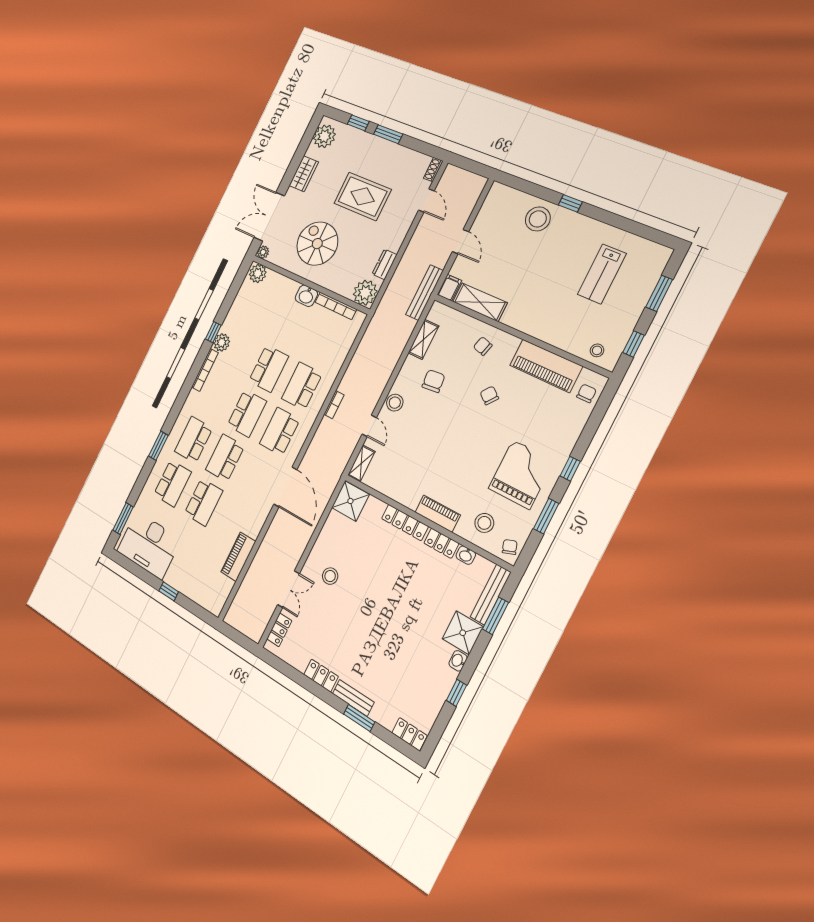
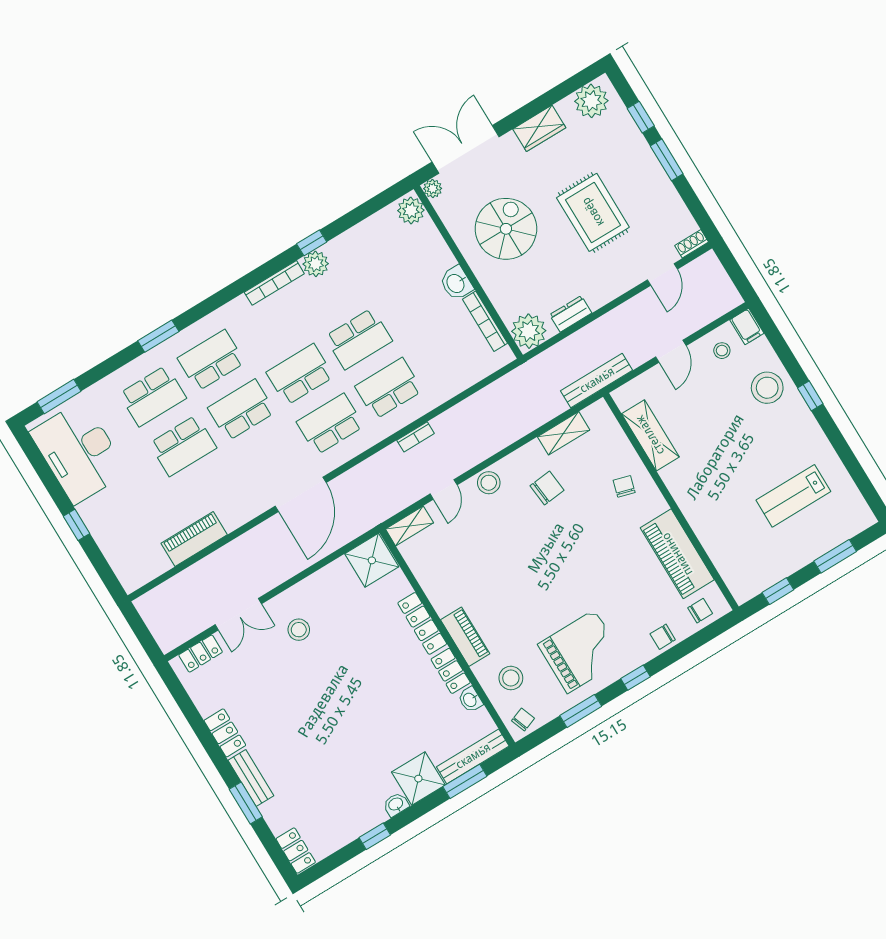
filing cabinet: (449, 288) -> (747, 326), moved, turned 90
stool: (597, 350) -> (722, 351), moved
chair: (489, 395) -> (663, 637), moved, turned -128
school desk: (247, 413) -> (300, 374), turned 180

